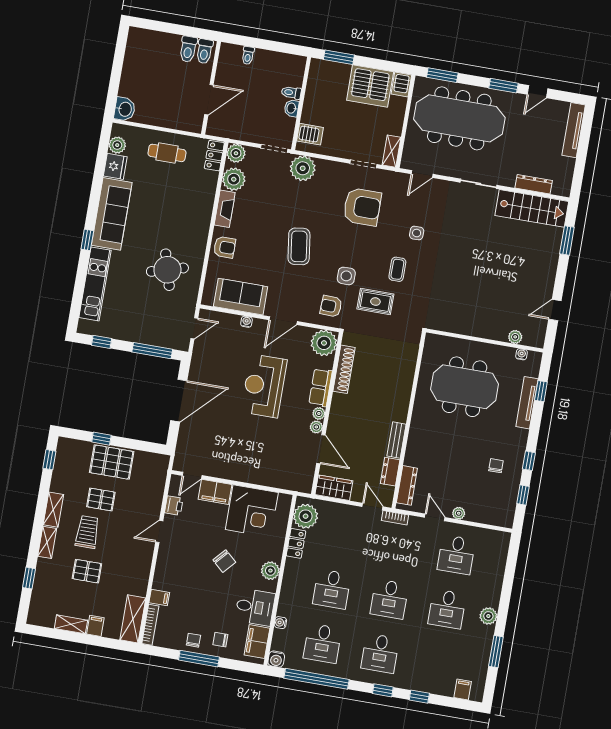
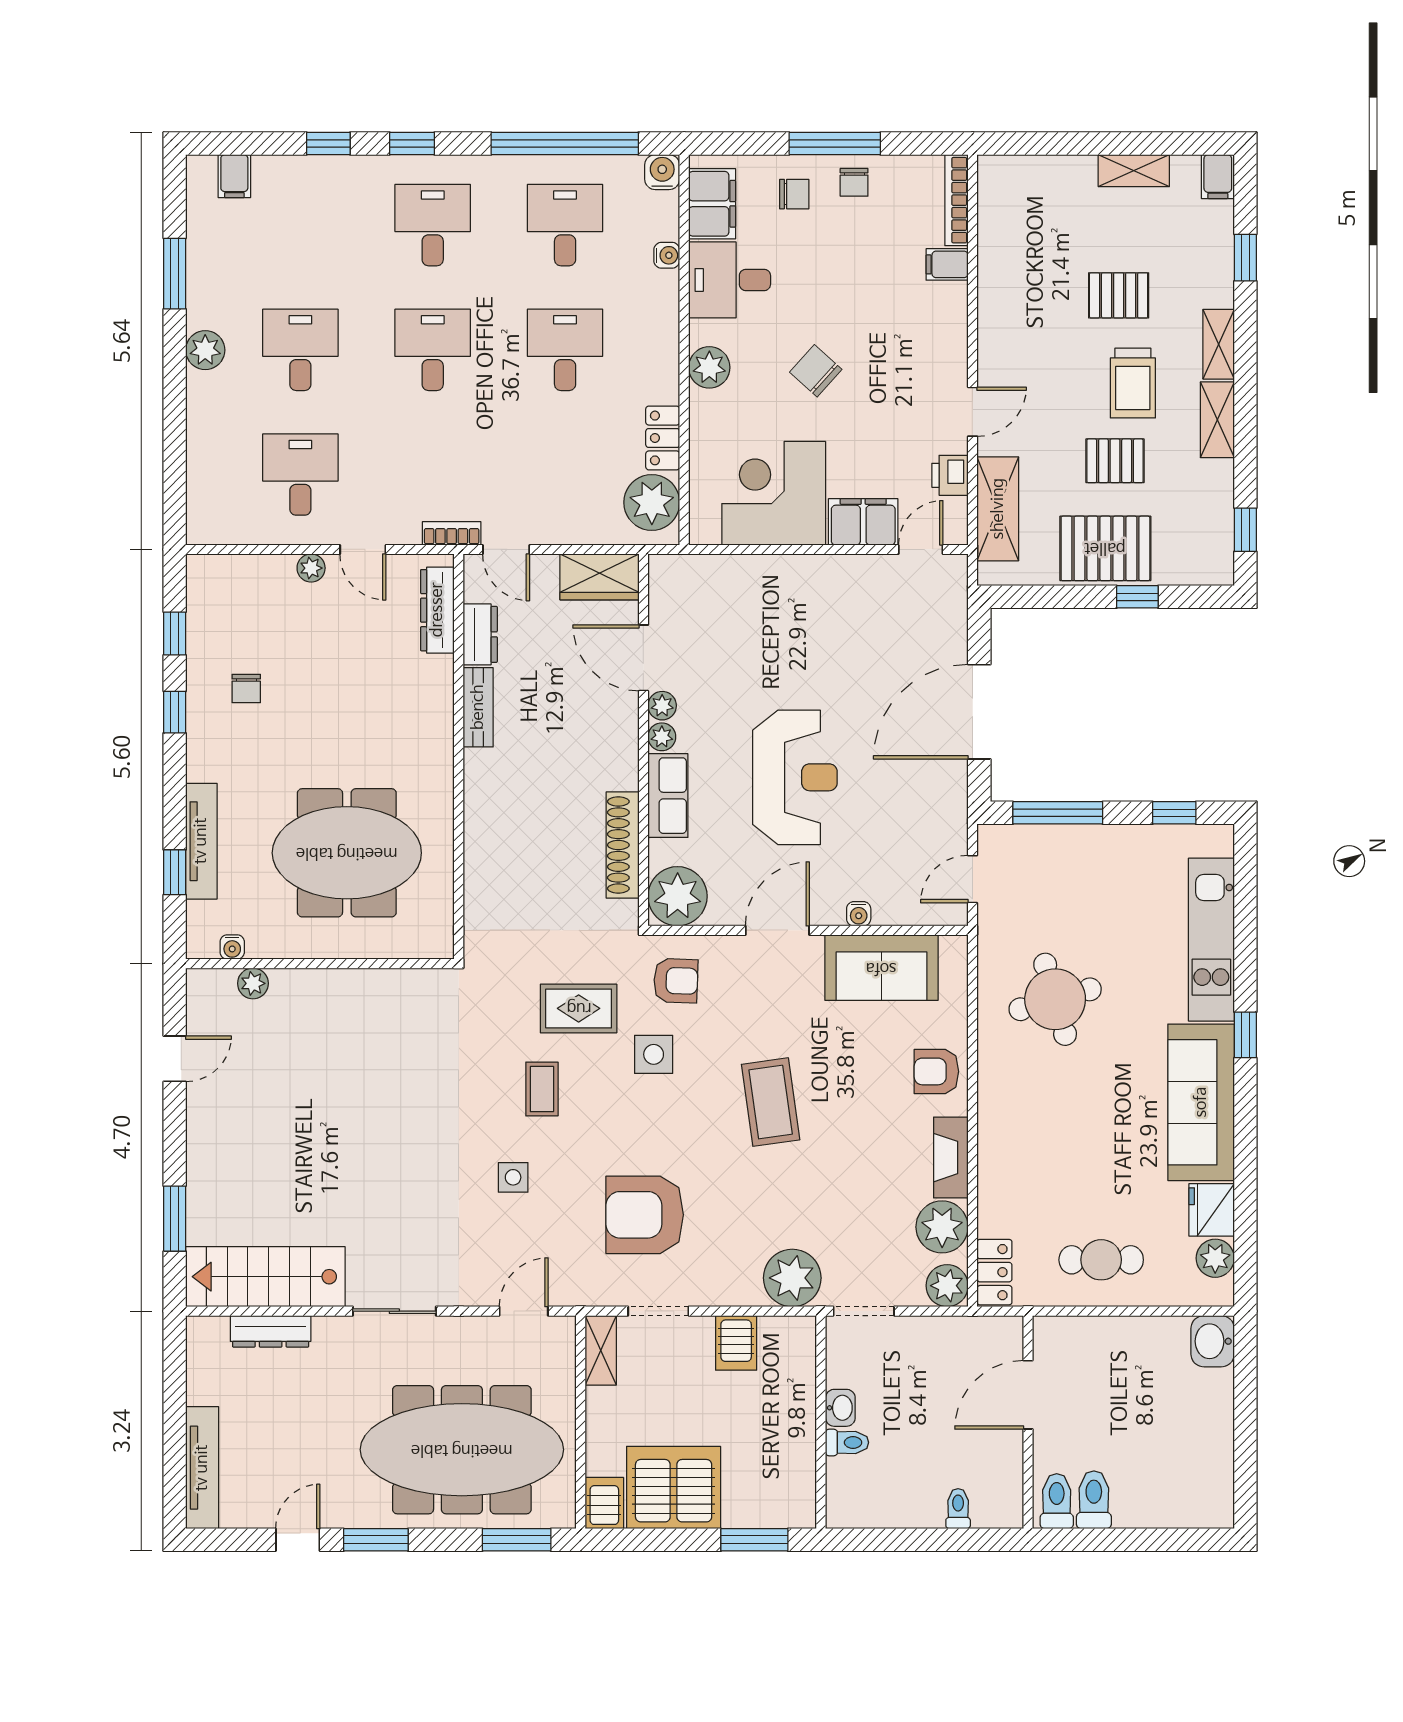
server rack: (310, 134) -> (736, 1343), moved, turned -90
shelving: (133, 619) -> (998, 509), moved
filing cabinet: (95, 626) -> (1218, 177), moved

